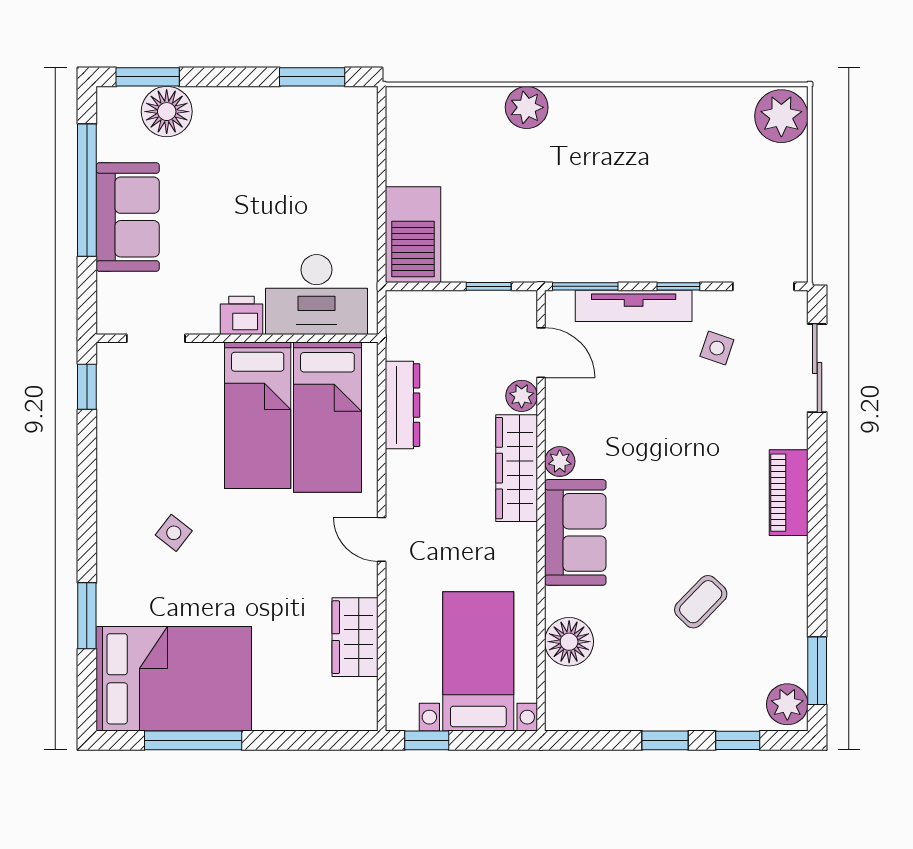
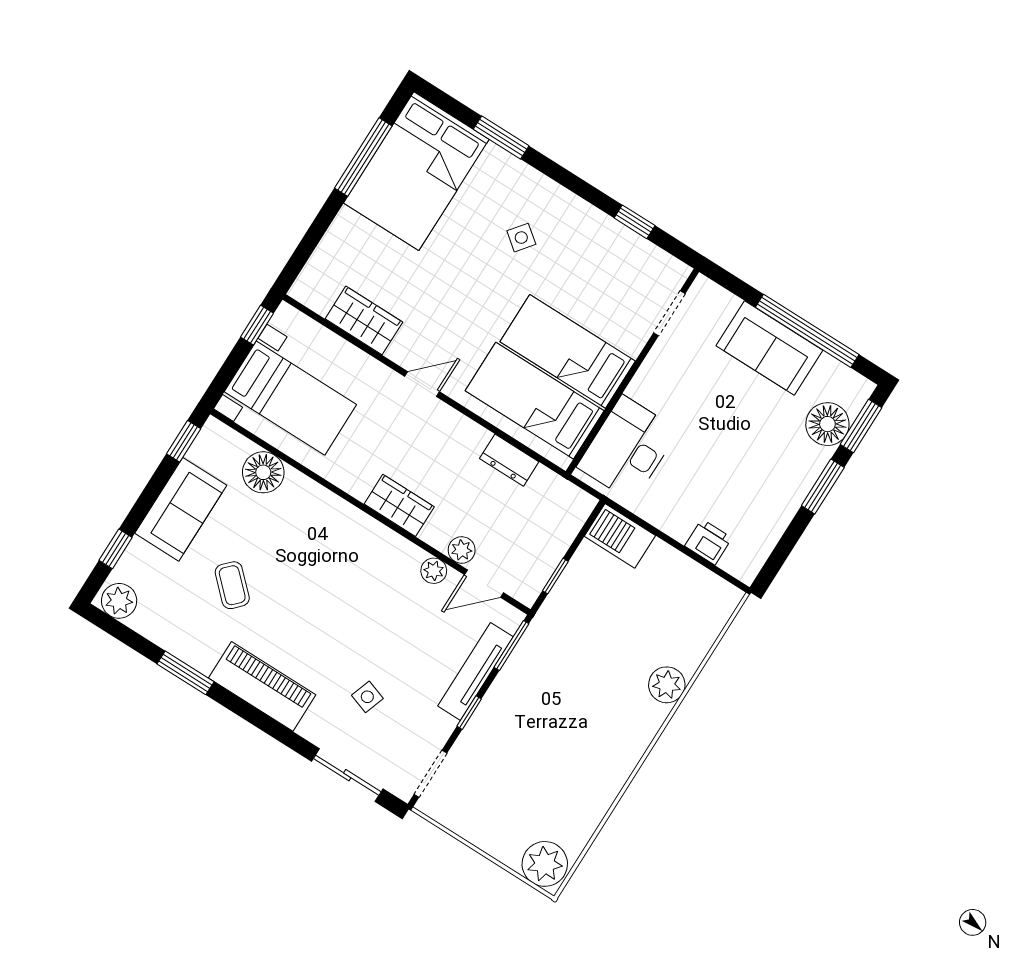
window: (312, 77) -> (823, 487), moved
barbecue: (413, 235) -> (620, 536), width x0.73, depth x0.83
printer: (241, 315) -> (708, 542), moved, turned -90
side table: (717, 348) -> (367, 697), moved
window: (87, 387) -> (635, 222), moved
dresser: (402, 405) -> (509, 460), width x0.70
plant: (560, 461) -> (434, 571), moved
wardrobe: (517, 468) -> (399, 505), width x0.67
piano: (789, 493) -> (262, 686), width x1.37, depth x1.33
sofa: (575, 532) -> (181, 509), moved, turned -90
window: (817, 671) -> (185, 673), moved
window: (665, 740) -> (184, 441), moved

